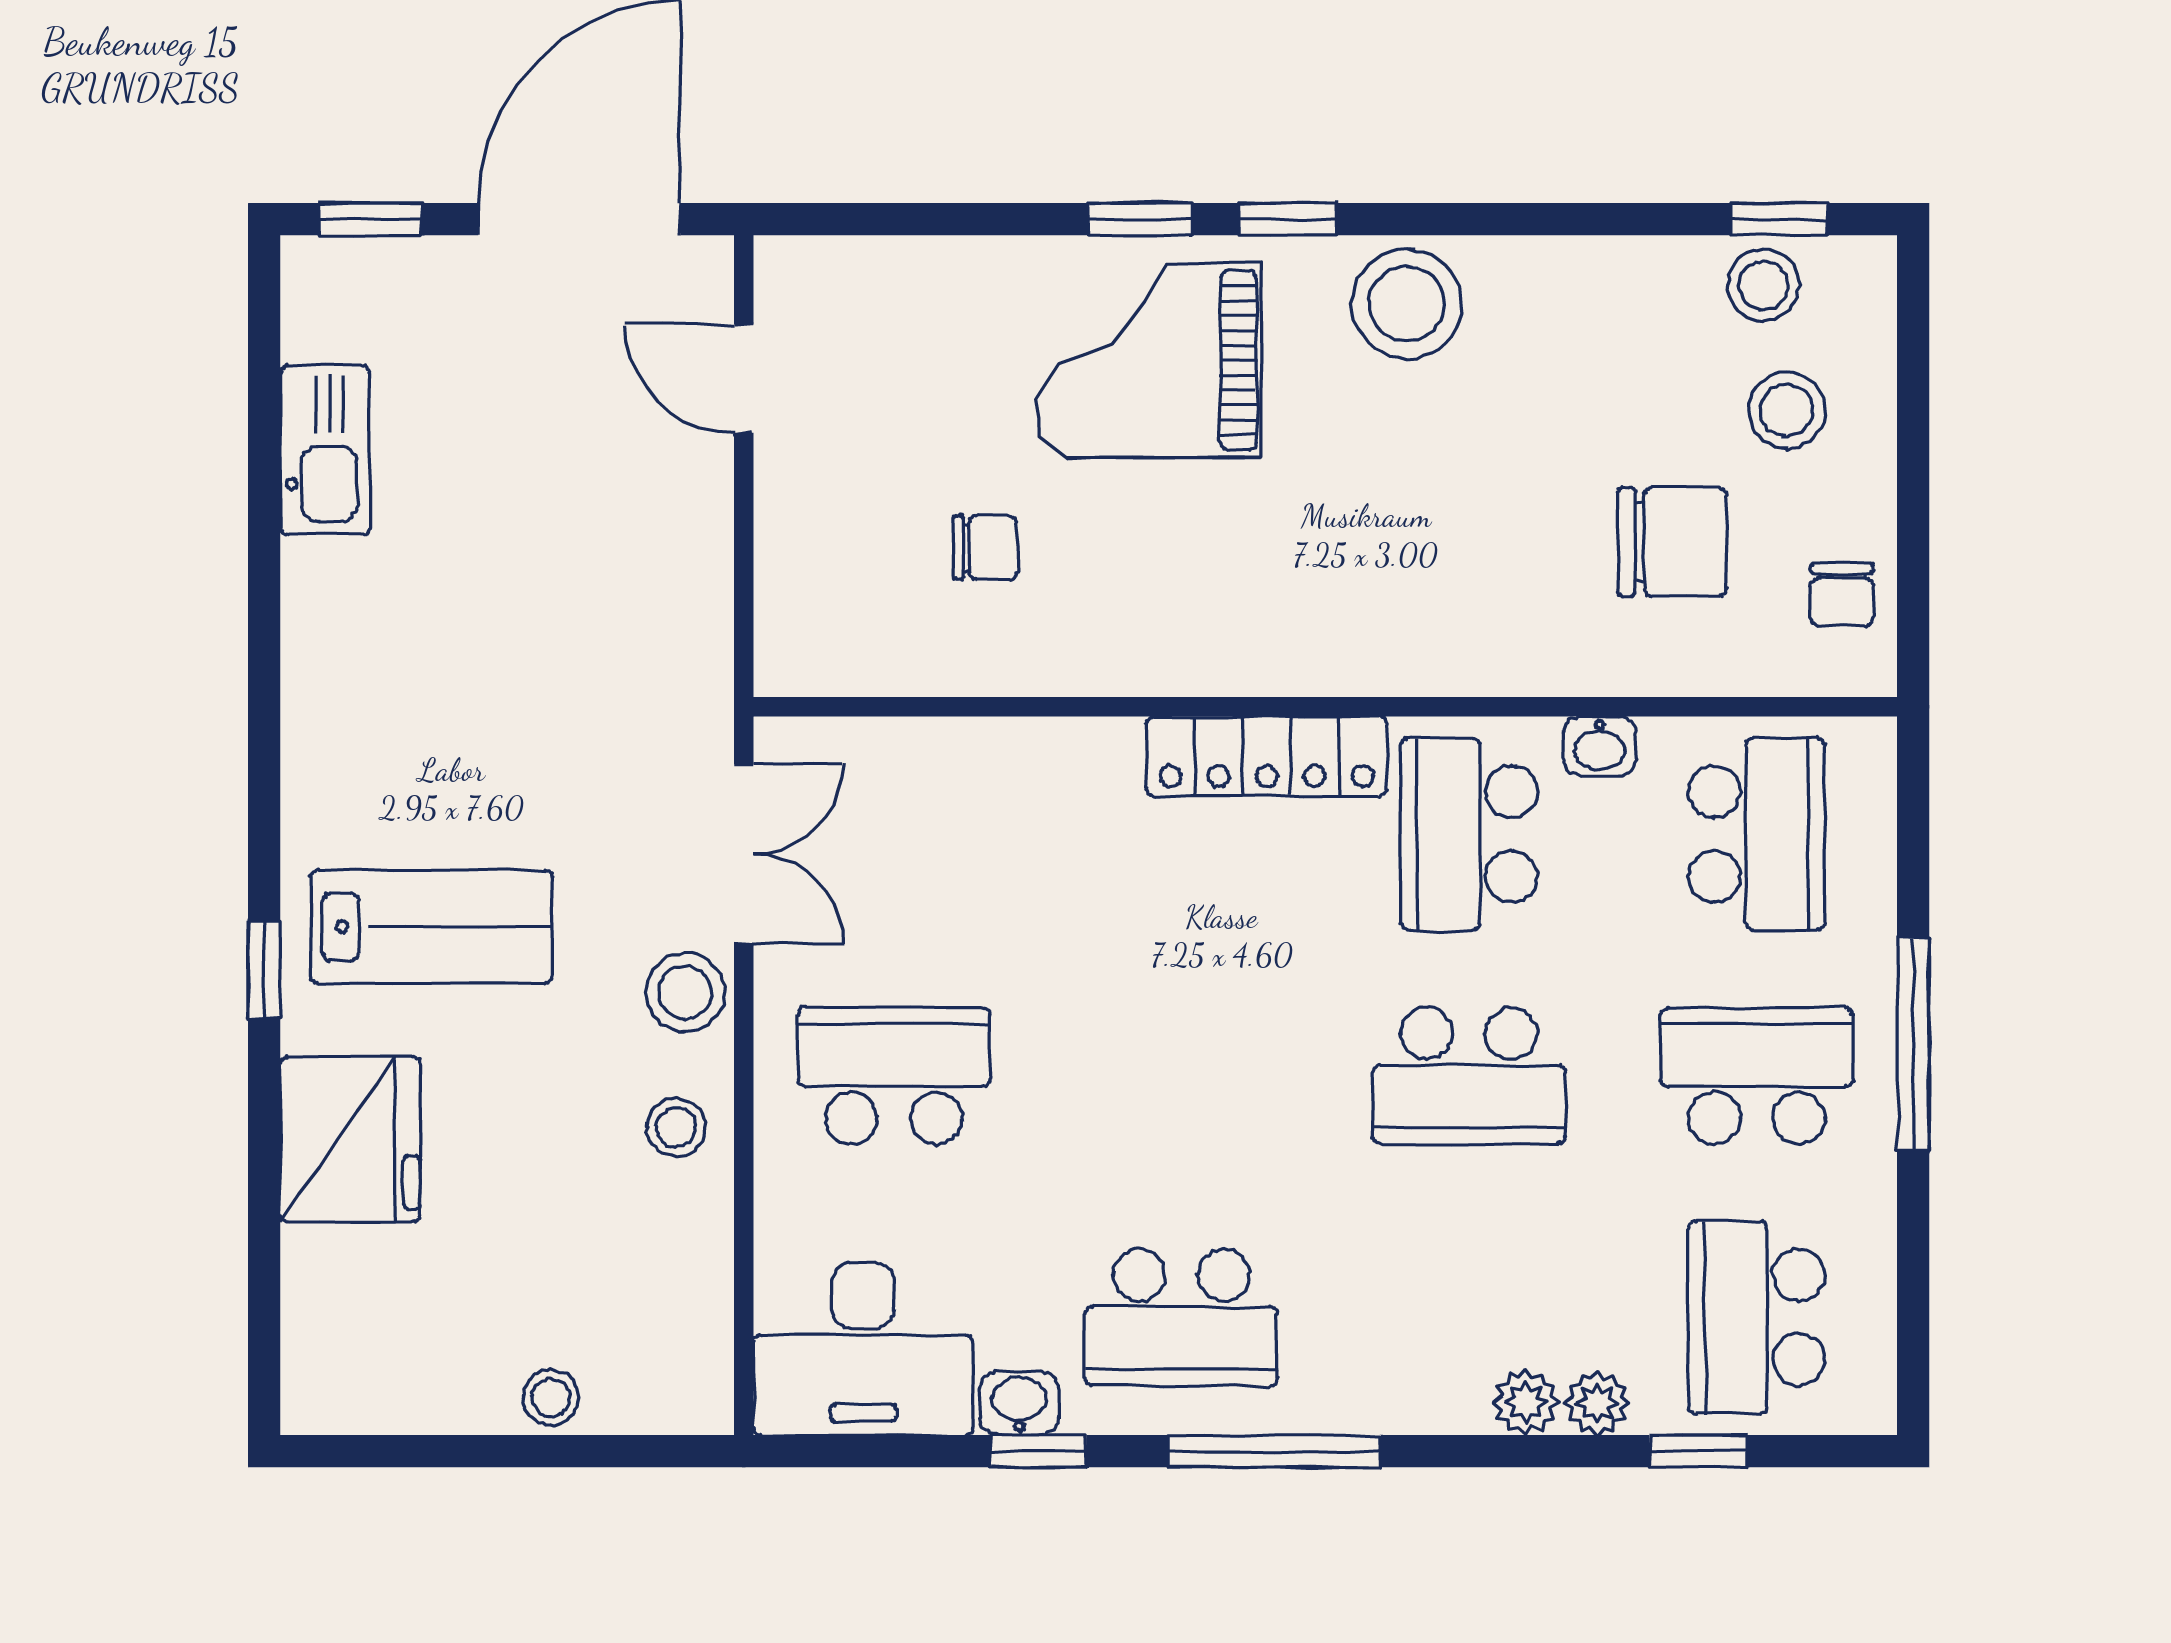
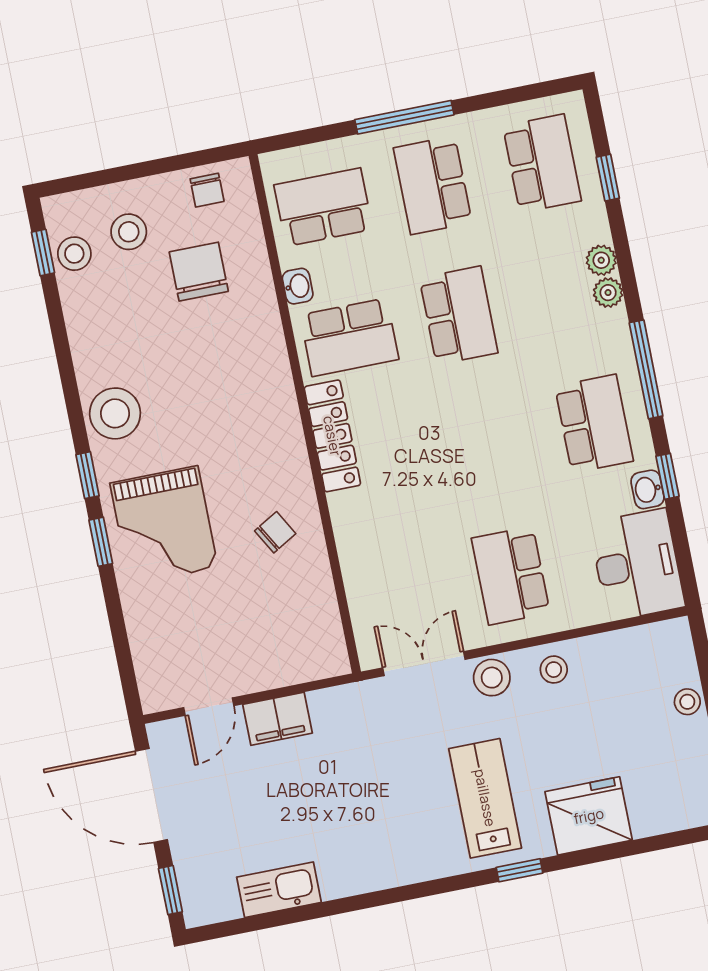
filing cabinet: (689, 520) -> (278, 719), added
chair: (985, 547) -> (275, 532), moved, turned 60
chair: (1842, 594) -> (207, 190), turned 90
school desk: (1757, 1317) -> (542, 163), turned -90
plant: (1597, 1403) -> (608, 293), moved

